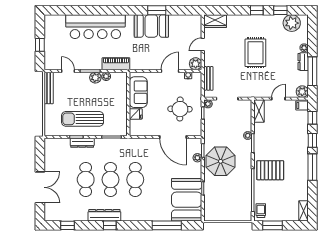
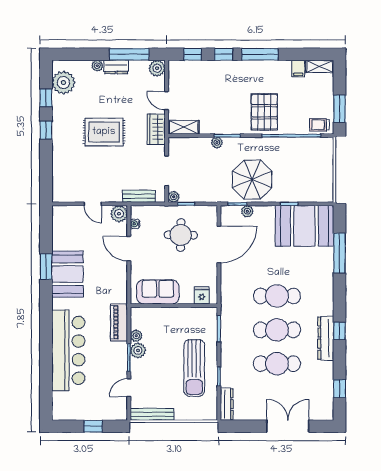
wardrobe: (215, 21) -> (156, 129), moved, turned 180
filing cabinet: (302, 106) -> (298, 68), moved
fridge: (136, 114) -> (202, 295), moved
dresser: (82, 143) -> (227, 404), moved

